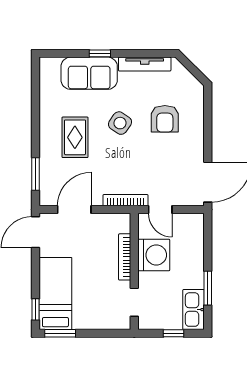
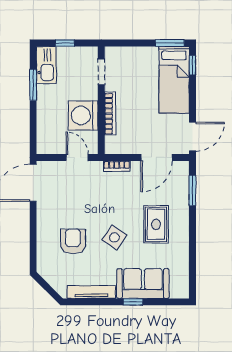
bookcase: (126, 200) -> (117, 166), width x0.64

